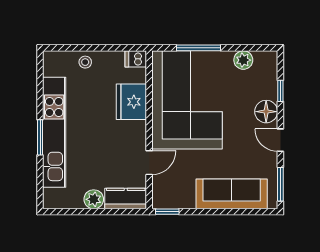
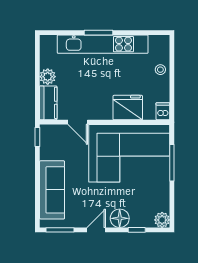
plant: (243, 60) -> (162, 220), moved

